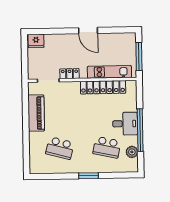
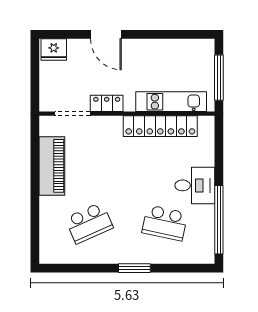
door: (88, 31) -> (106, 34), moved
window: (140, 130) -> (219, 220), moved
school desk: (60, 148) -> (89, 223), turned -39
plant: (132, 152) -> (205, 231), removed

